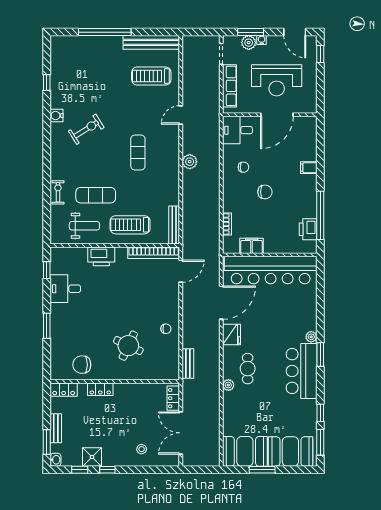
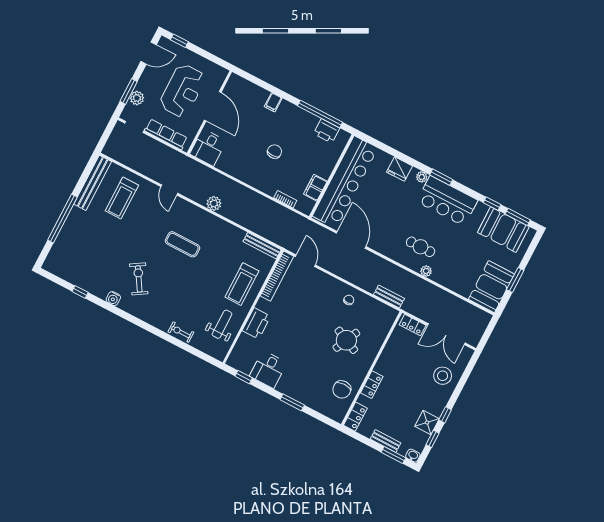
water cooler: (262, 40) -> (141, 86), removed
chair: (243, 167) -> (243, 159), removed
exercise mat: (96, 195) -> (200, 301), removed
fridge: (231, 335) -> (400, 169), moved, turned 180
stool: (142, 449) -> (443, 376), width x1.89, depth x1.89
booth: (290, 451) -> (503, 230), moved, turned 90

